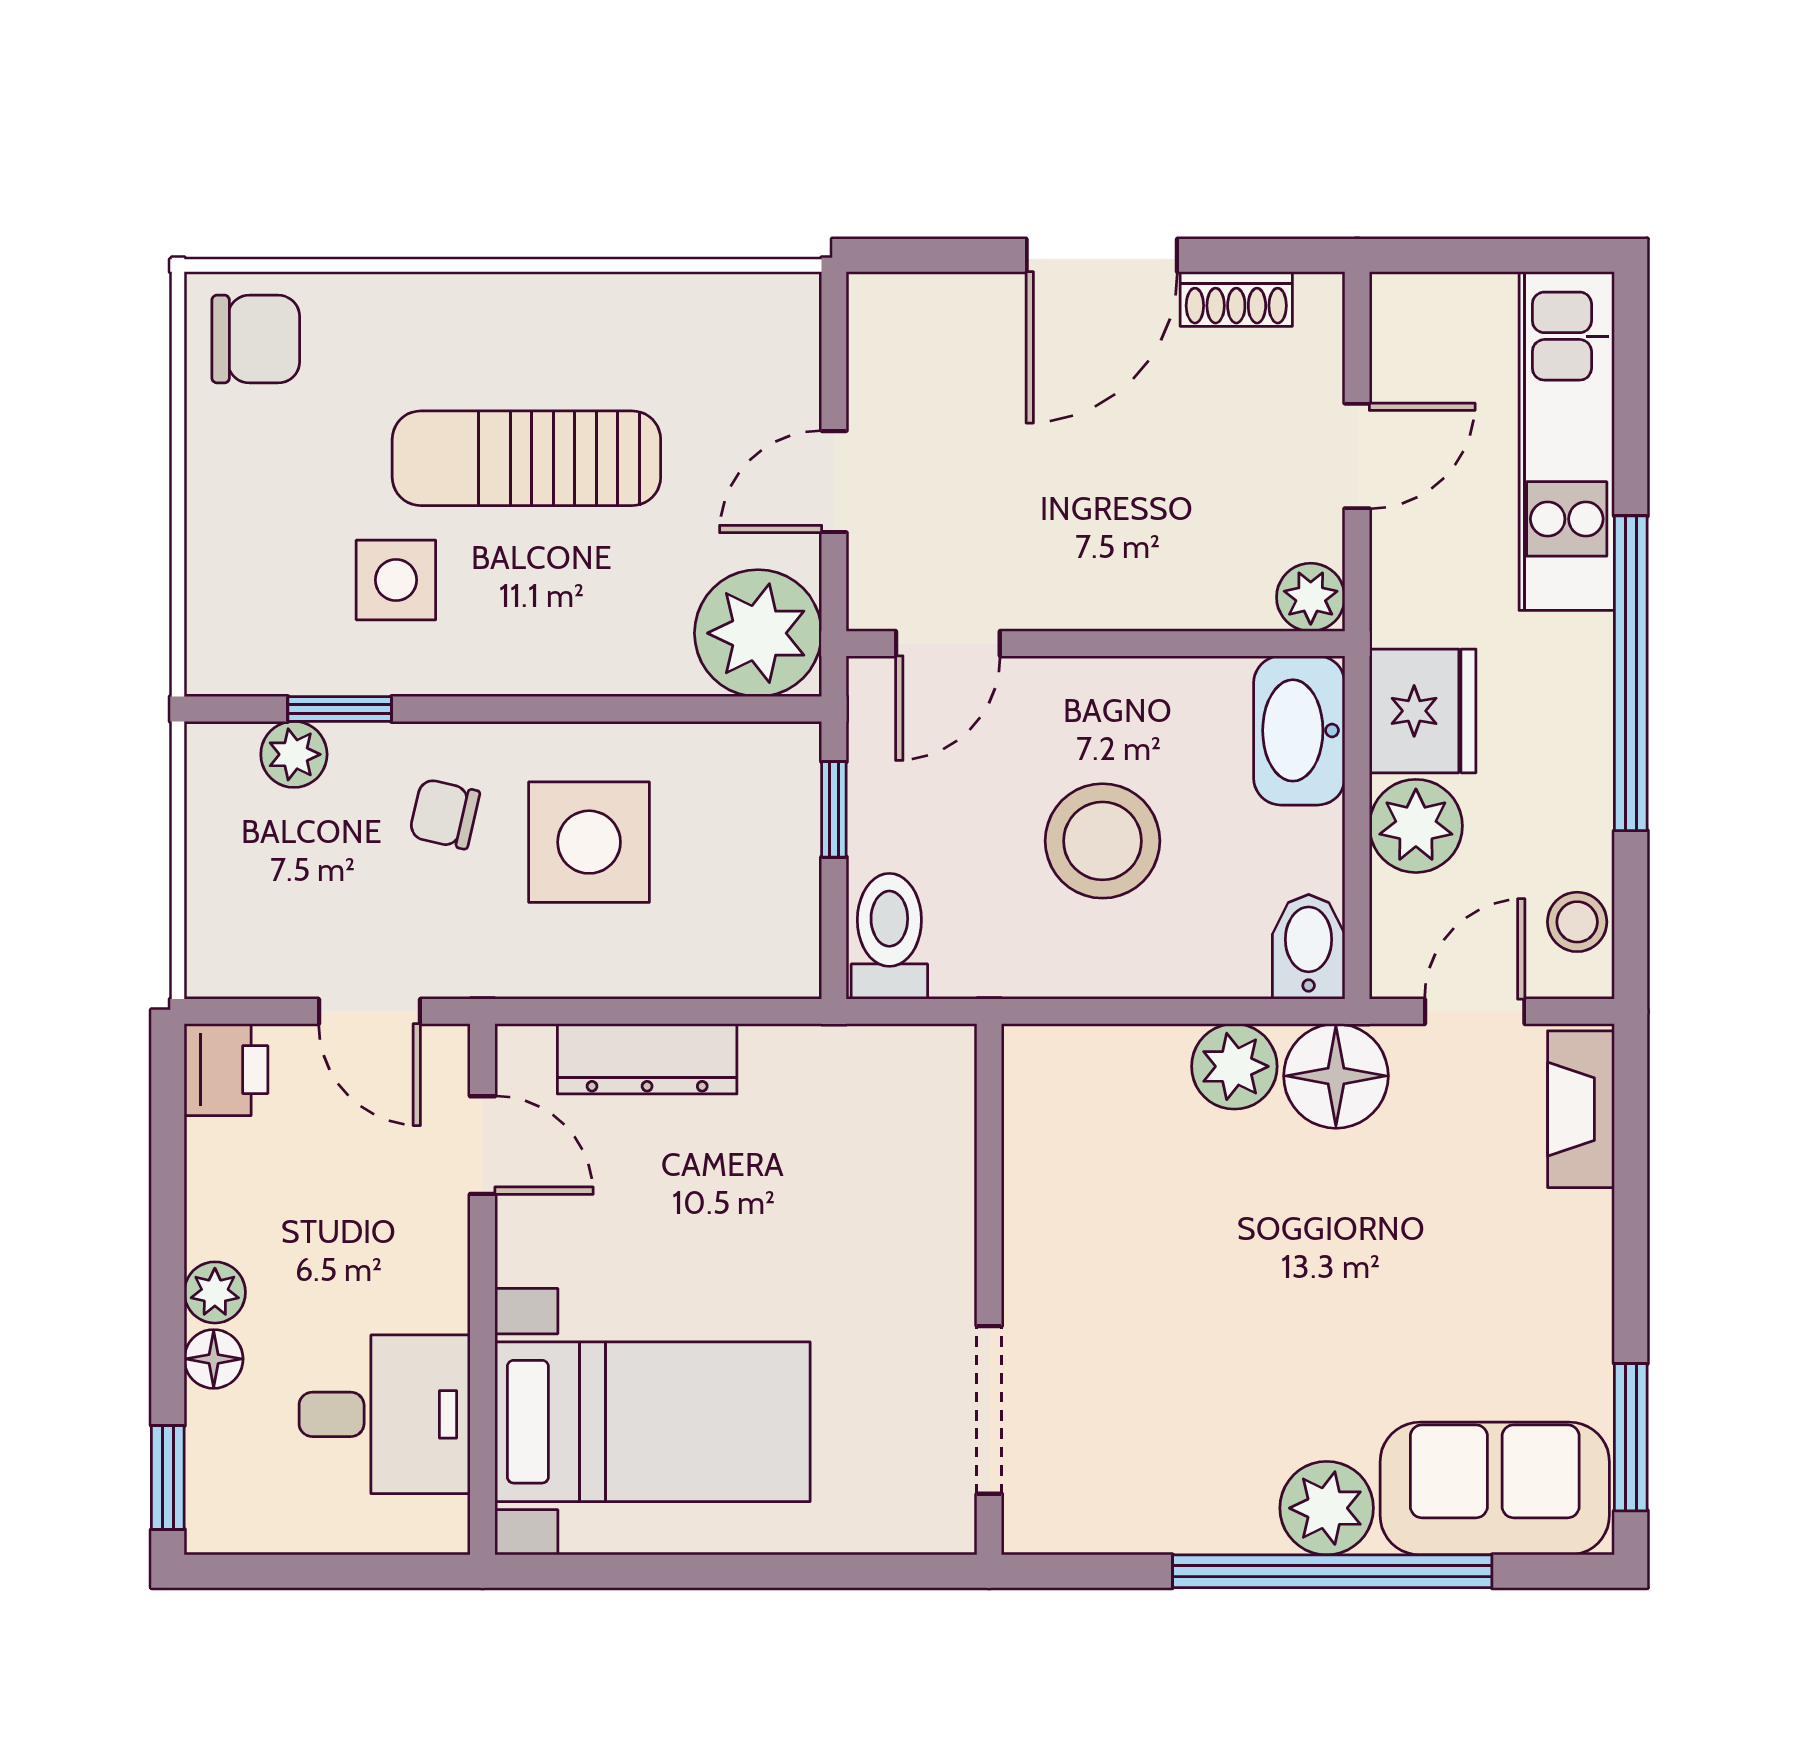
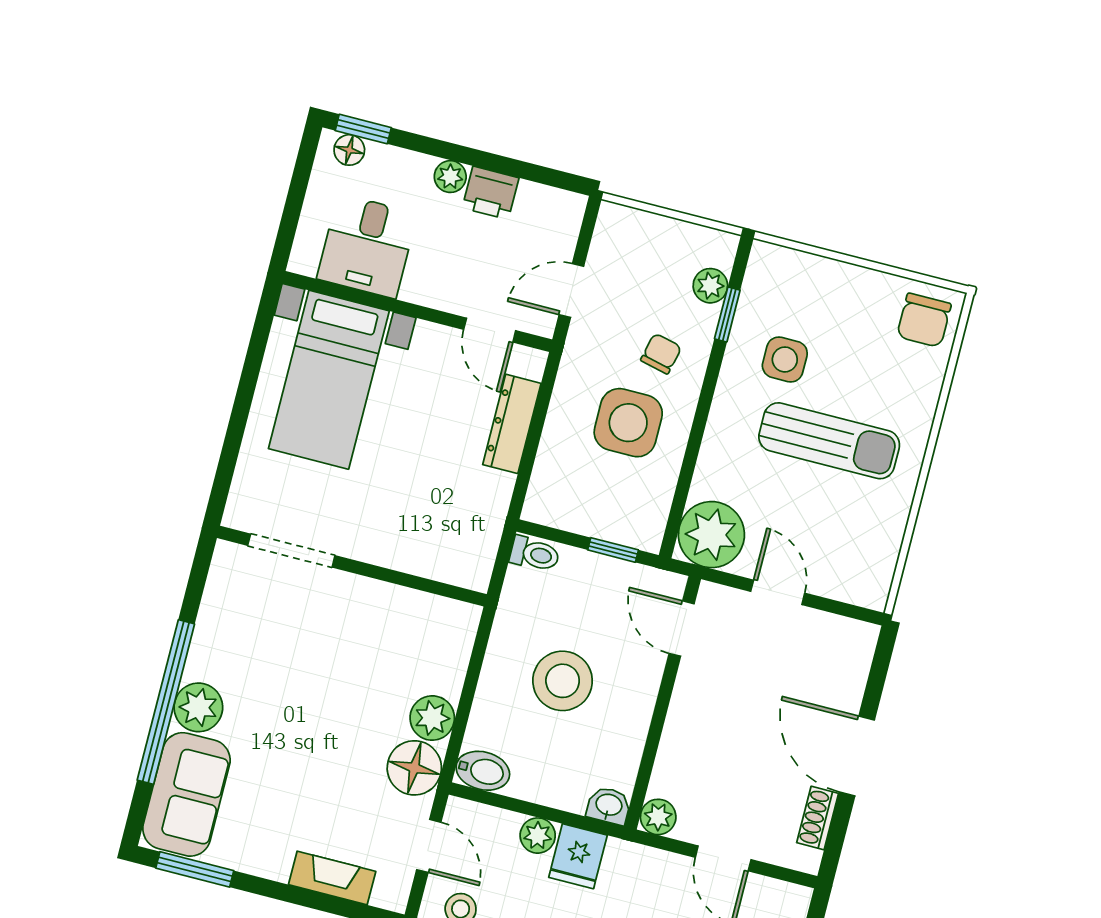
sun lounger: (526, 458) -> (829, 441), turned 90
fridge: (1423, 711) -> (578, 856), width x0.72
washbasin: (1299, 730) -> (609, 806), width x0.52, depth x0.69
plant: (1416, 826) -> (538, 836), width x0.73, depth x0.73
toilet: (889, 936) -> (535, 554), width x0.73, depth x0.72
printer: (226, 1070) -> (491, 193), moved
fireplace: (1581, 1109) -> (332, 878), moved
door: (482, 1145) -> (490, 330), hinge flipped
floor lamp: (214, 1359) -> (349, 150), moved

